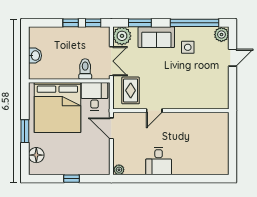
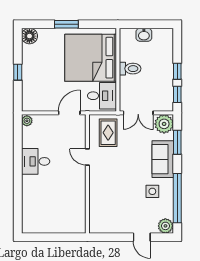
toilet: (85, 69) -> (130, 69), moved
rug: (131, 90) -> (108, 133), turned 90
floor lamp: (36, 155) -> (29, 36), moved

